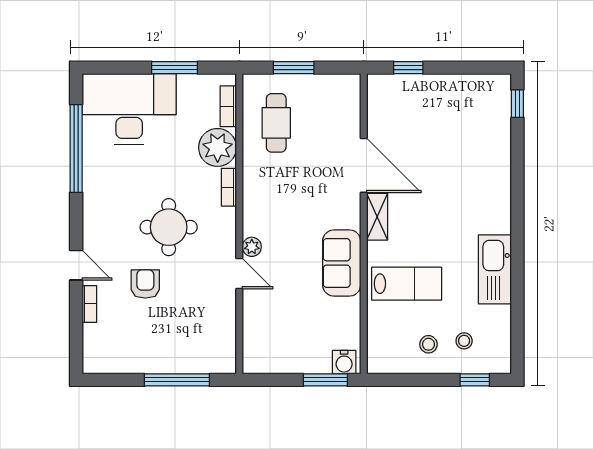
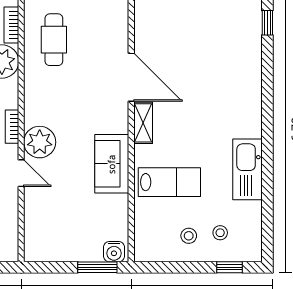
bookcase: (229, 187) -> (12, 127), moved
plant: (252, 247) -> (40, 142), width x1.88, depth x1.88

